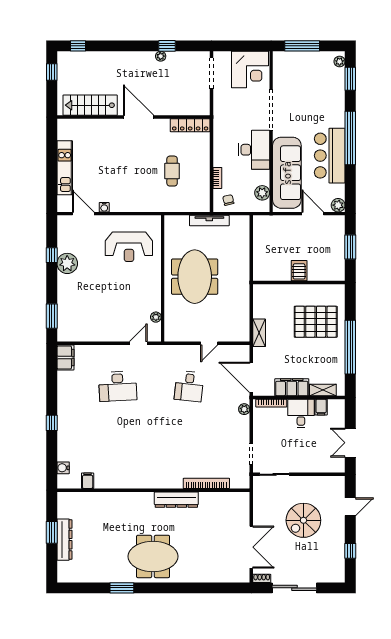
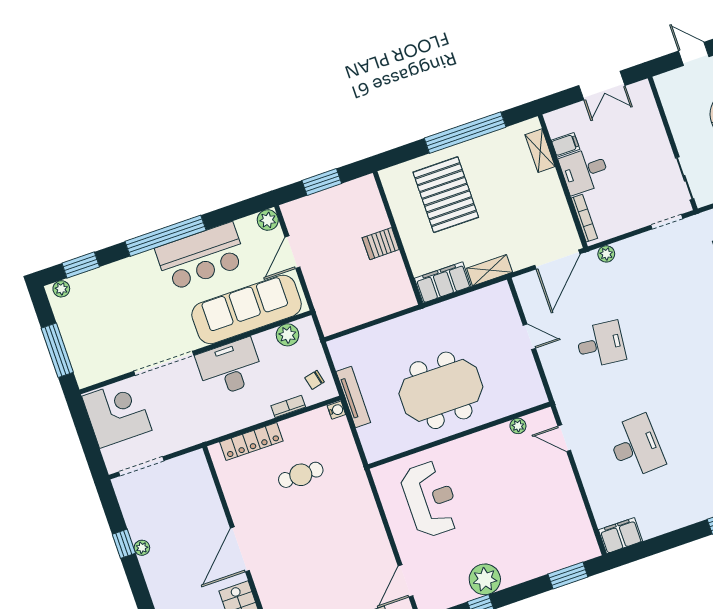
locker: (190, 125) -> (251, 441), moved, turned 90
water cooler: (104, 207) -> (336, 410), moved
filing cabinet: (292, 387) -> (443, 282), moved, turned 90

